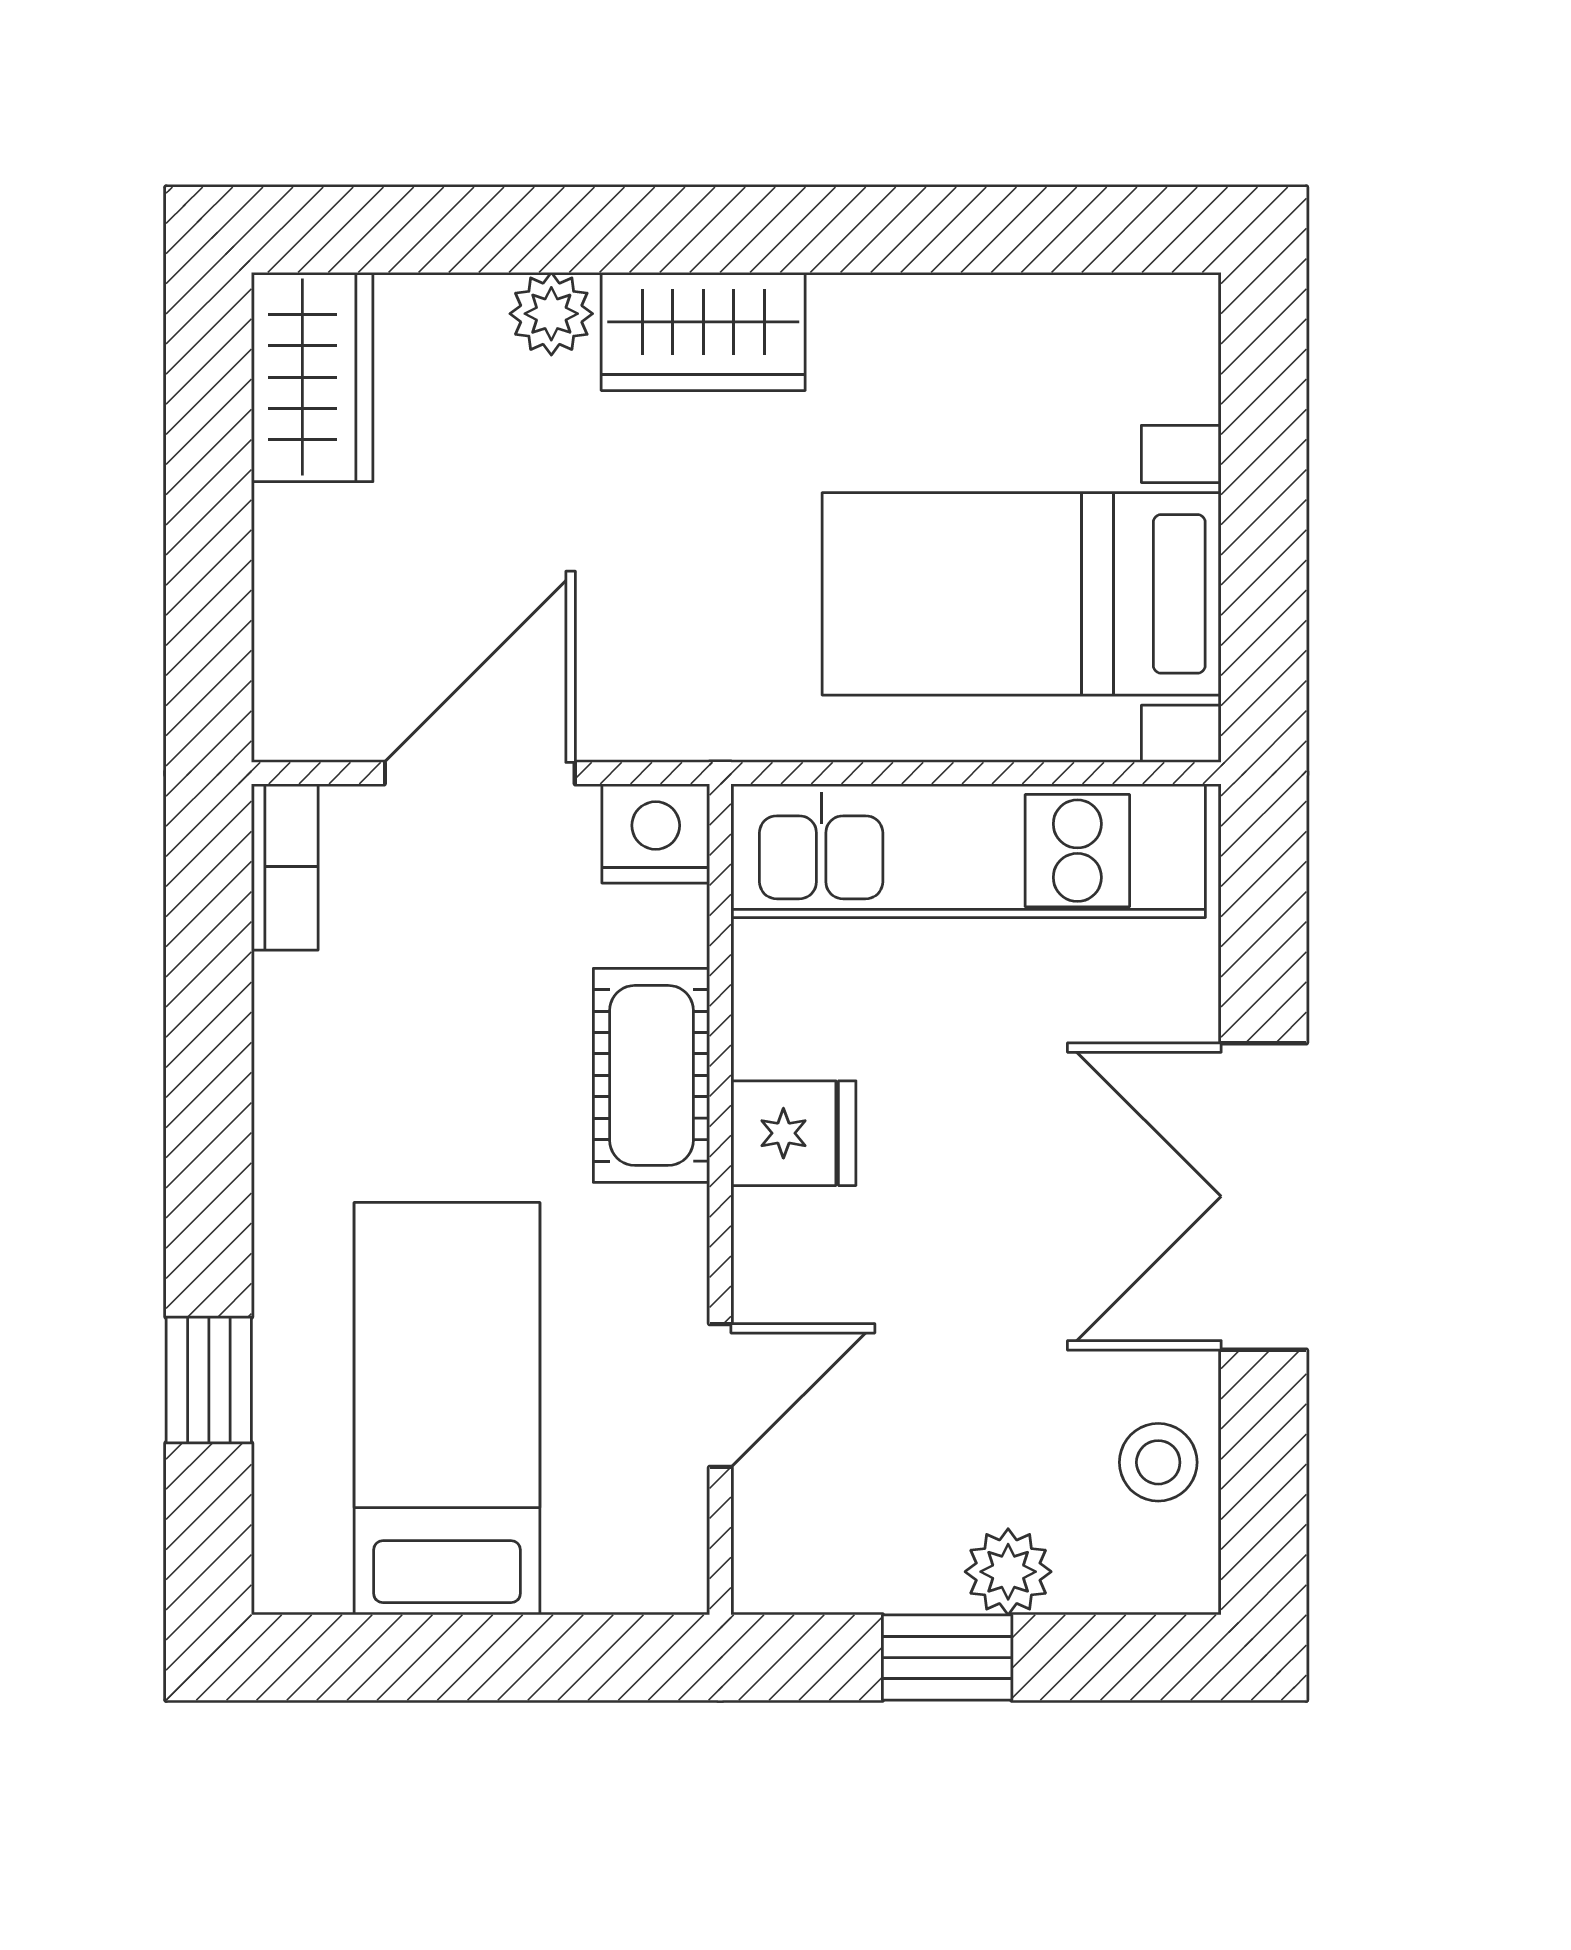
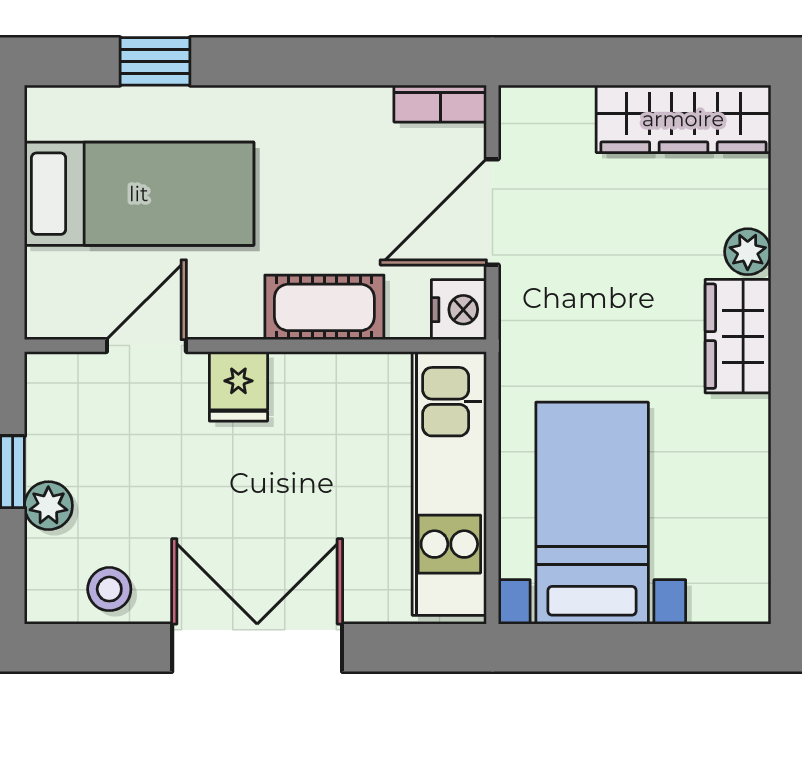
wardrobe: (312, 377) -> (683, 119), width x1.50
door: (480, 773) -> (492, 212), swing flipped
fridge: (793, 1133) -> (238, 386), moved
door: (720, 1395) -> (146, 346), swing flipped

